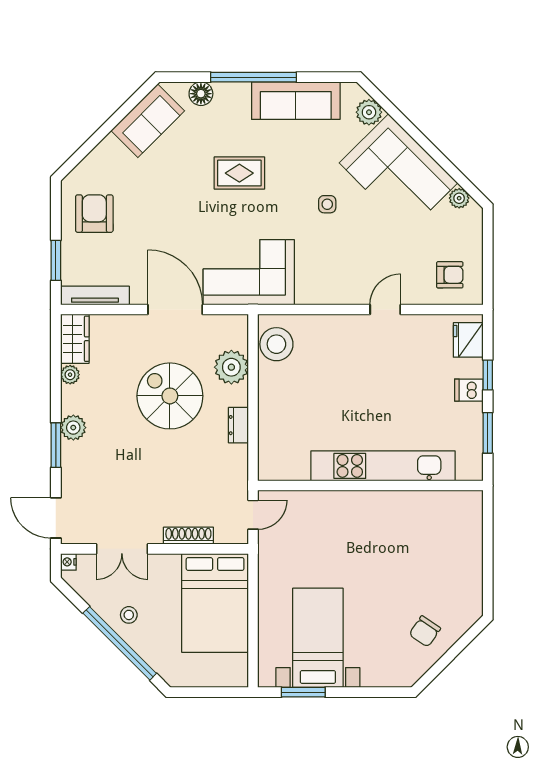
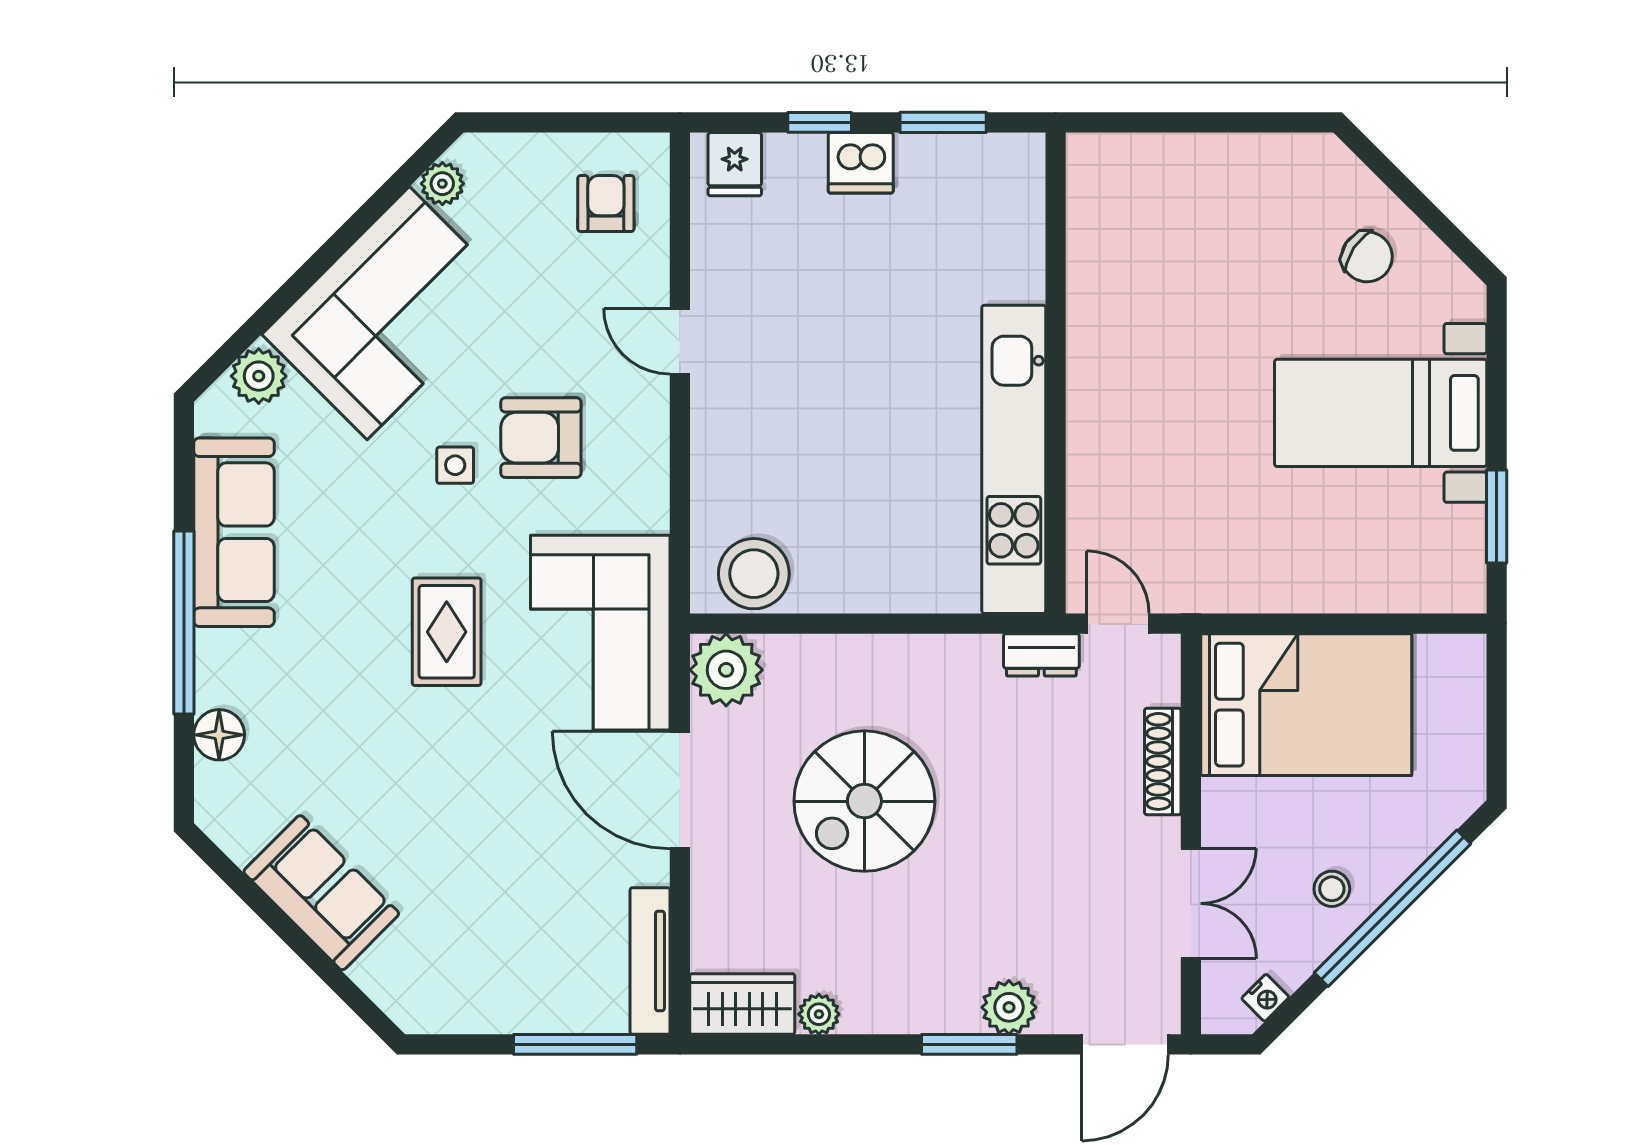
sofa: (148, 121) -> (321, 893), moved
rug: (239, 173) -> (447, 632), moved
armchair: (94, 214) -> (541, 438), moved
window: (56, 260) -> (575, 1044), width x1.44
door: (175, 310) -> (680, 790), hinge flipped
fridge: (468, 340) -> (735, 164), width x0.72
plant: (231, 367) -> (726, 670), moved
dishwasher: (469, 390) -> (861, 163), width x1.38
dresser: (238, 425) -> (1041, 655), moved
plant: (73, 428) -> (1009, 1007), moved
kitchen unit: (383, 466) -> (1014, 459), moved
nightstand: (68, 562) -> (1265, 998), moved, turned -45
bed with nightstands: (318, 638) -> (1381, 413), moved

